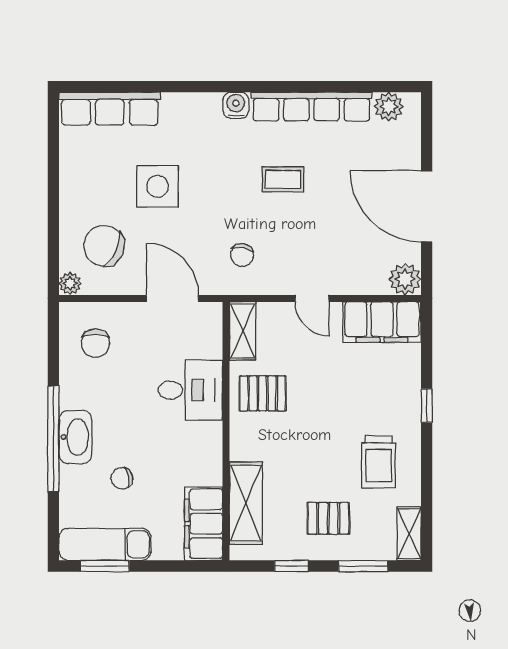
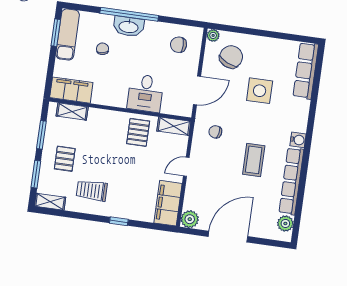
coffee table: (283, 179) -> (254, 160), width x1.36, depth x1.30
shelving: (246, 503) -> (72, 111), width x0.67, depth x0.75
window: (292, 566) -> (41, 135), width x1.50

